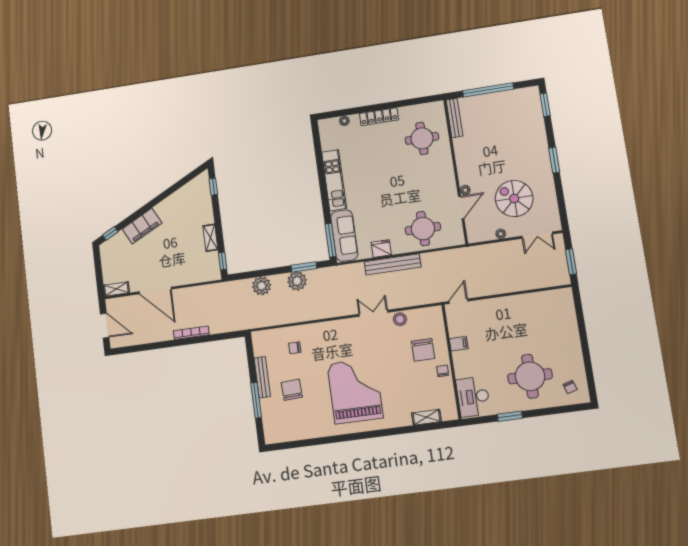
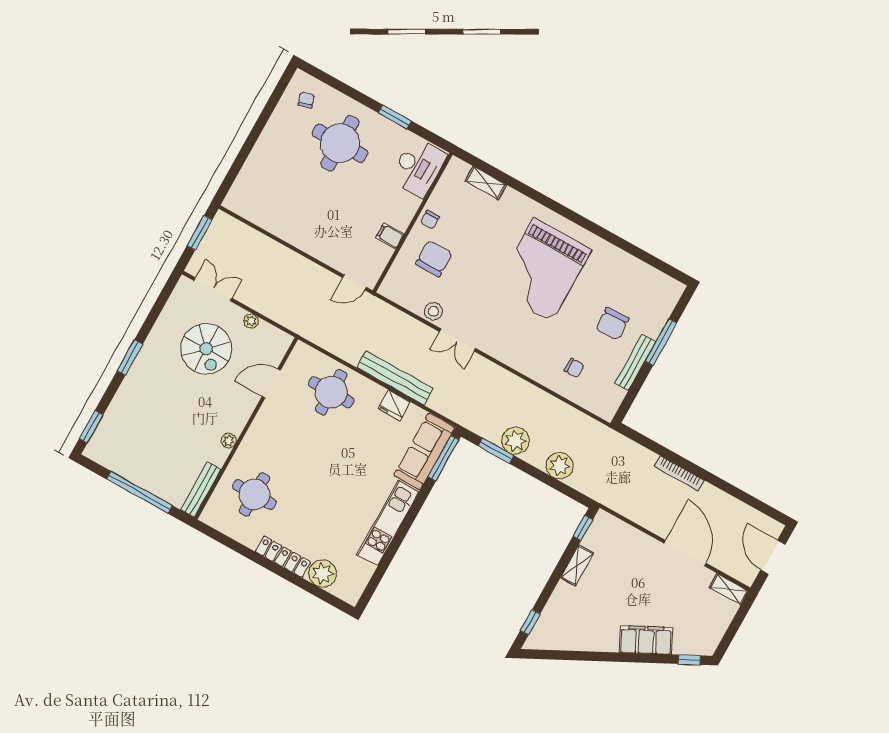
plant: (344, 121) -> (323, 574), width x1.87, depth x1.87
plant: (465, 190) -> (229, 441), moved

